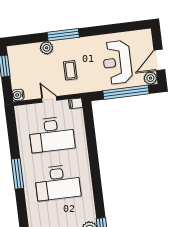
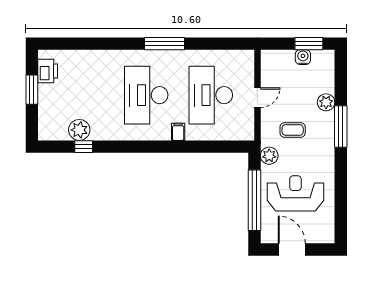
plant: (150, 78) -> (269, 156), moved
water cooler: (18, 95) -> (303, 57), moved
filing cabinet: (76, 103) -> (178, 132), moved

